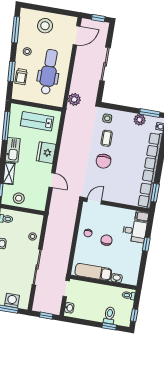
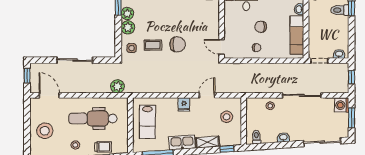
plant: (127, 118) -> (128, 27), added
fridge: (46, 153) -> (184, 104), width x0.53, depth x0.75
stool: (19, 198) -> (227, 117), moved
washing machine: (12, 300) -> (342, 105), moved

